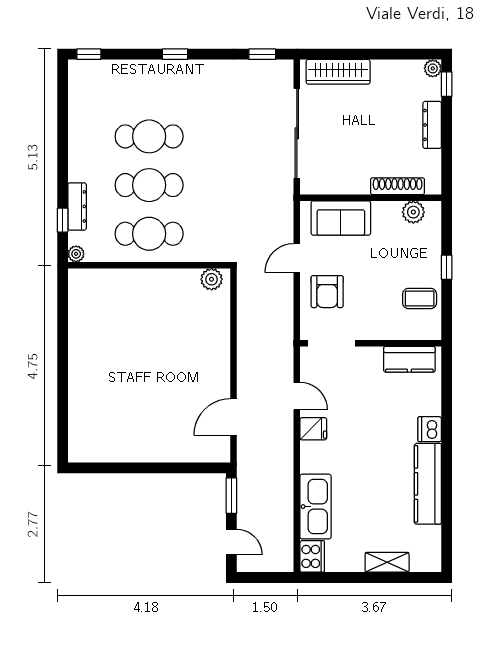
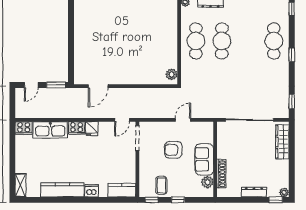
cafe table: (149, 136) -> (274, 41), moved
sofa: (341, 218) -> (204, 159), moved
door: (297, 258) -> (183, 120), hinge flipped
armchair: (327, 292) -> (173, 150), moved
window: (447, 317) -> (152, 200), added
kitchen counter: (409, 359) -> (122, 190), moved, turned 90
door: (297, 396) -> (122, 120), moved
door: (234, 417) -> (98, 86), swing flipped
cooker: (312, 457) -> (77, 128), added
shelving: (387, 562) -> (21, 185), moved

